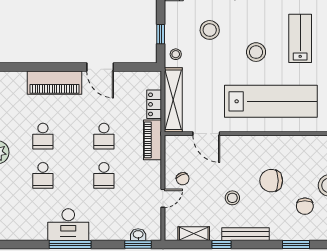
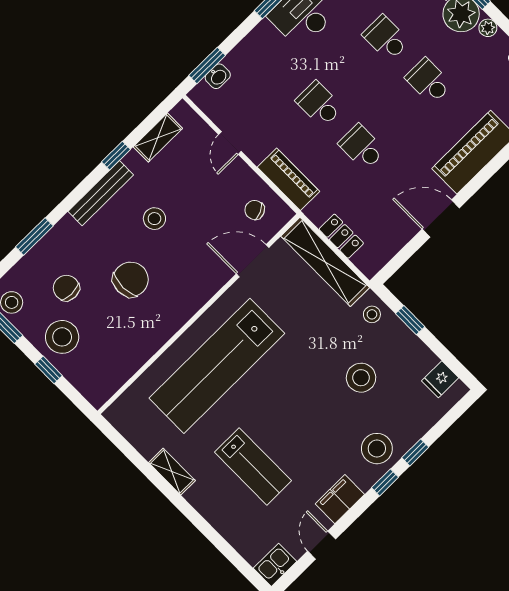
stool: (256, 52) -> (286, 404), removed
piano: (153, 140) -> (288, 179), moved
chair: (183, 179) -> (255, 210), moved

